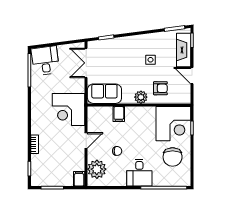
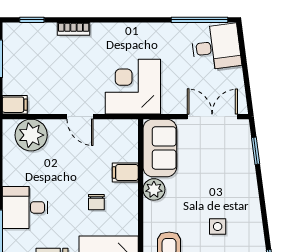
plant: (141, 97) -> (154, 189), moved
chair: (117, 151) -> (96, 202), moved

